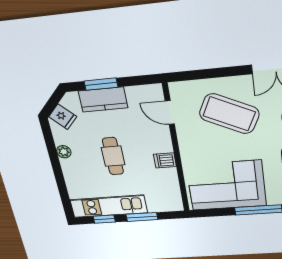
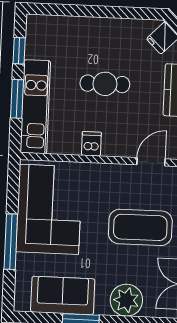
coffee table: (229, 114) -> (140, 227), turned 64
plant: (64, 152) -> (118, 26), removed
kitchen unit: (109, 206) -> (35, 107), moved

